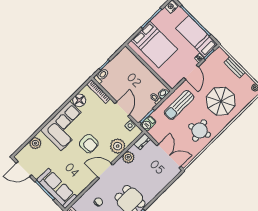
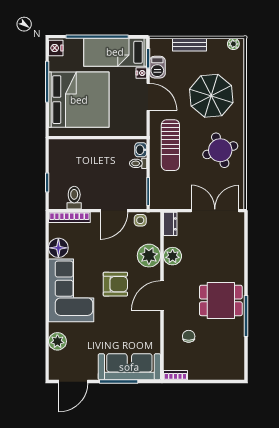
bed: (154, 45) -> (79, 100), width x1.36
toilet: (101, 76) -> (74, 198), moved
door: (122, 109) -> (114, 211), swing flipped
barbecue: (148, 123) -> (157, 67), moved

